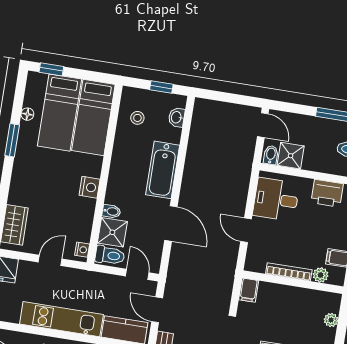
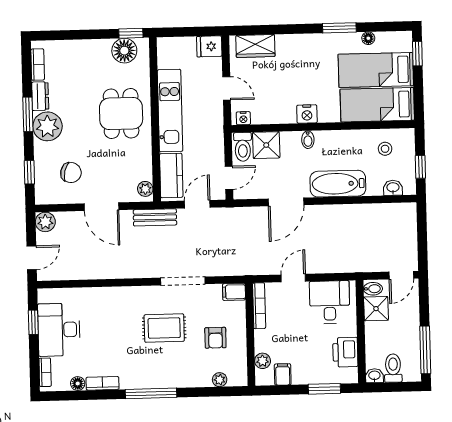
bidet: (111, 211) -> (308, 140), moved
bookcase: (289, 272) -> (259, 306), moved
armchair: (290, 316) -> (215, 338), added

